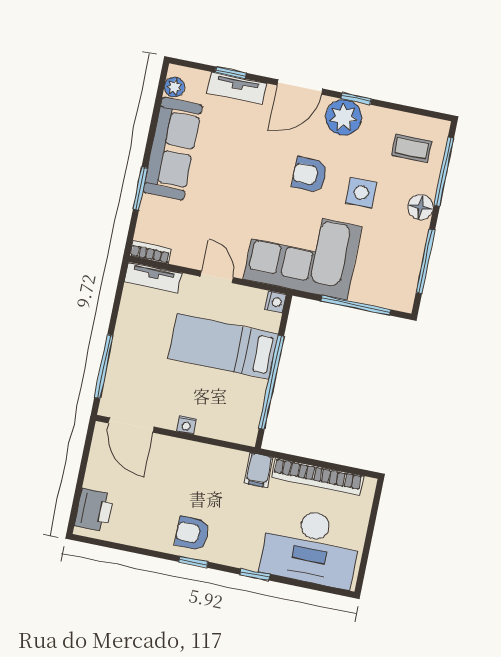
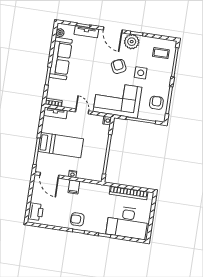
door: (300, 87) -> (113, 30), hinge flipped
armchair: (310, 175) -> (119, 66), turned 64
floor lamp: (421, 207) -> (166, 78), removed
armchair: (395, 266) -> (156, 103), added
bed: (223, 346) -> (61, 145), moved, turned 180
filing cabinet: (259, 470) -> (74, 187), moved

